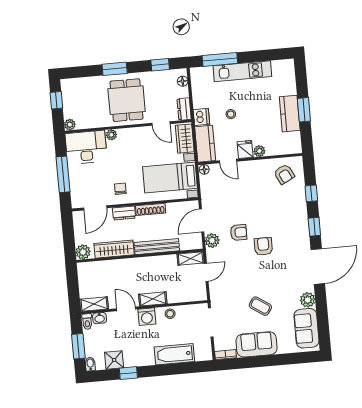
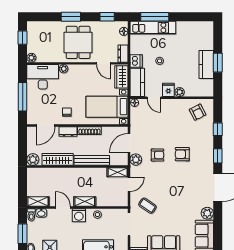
kitchen unit: (242, 71) -> (153, 28), moved
armchair: (263, 246) -> (182, 154), moved, turned -90
coffee table: (260, 306) -> (147, 206), moved

